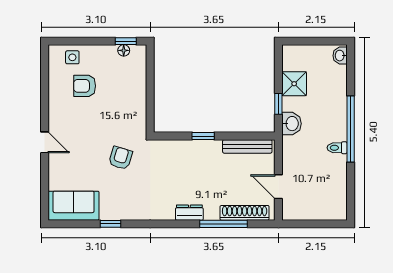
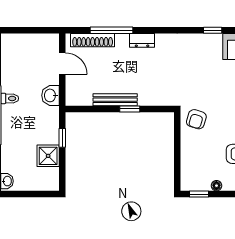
floor lamp: (124, 50) -> (216, 186), moved
washbasin: (292, 124) -> (50, 95), moved
bench: (247, 146) -> (115, 100), moved
armchair: (120, 158) -> (196, 119), moved

